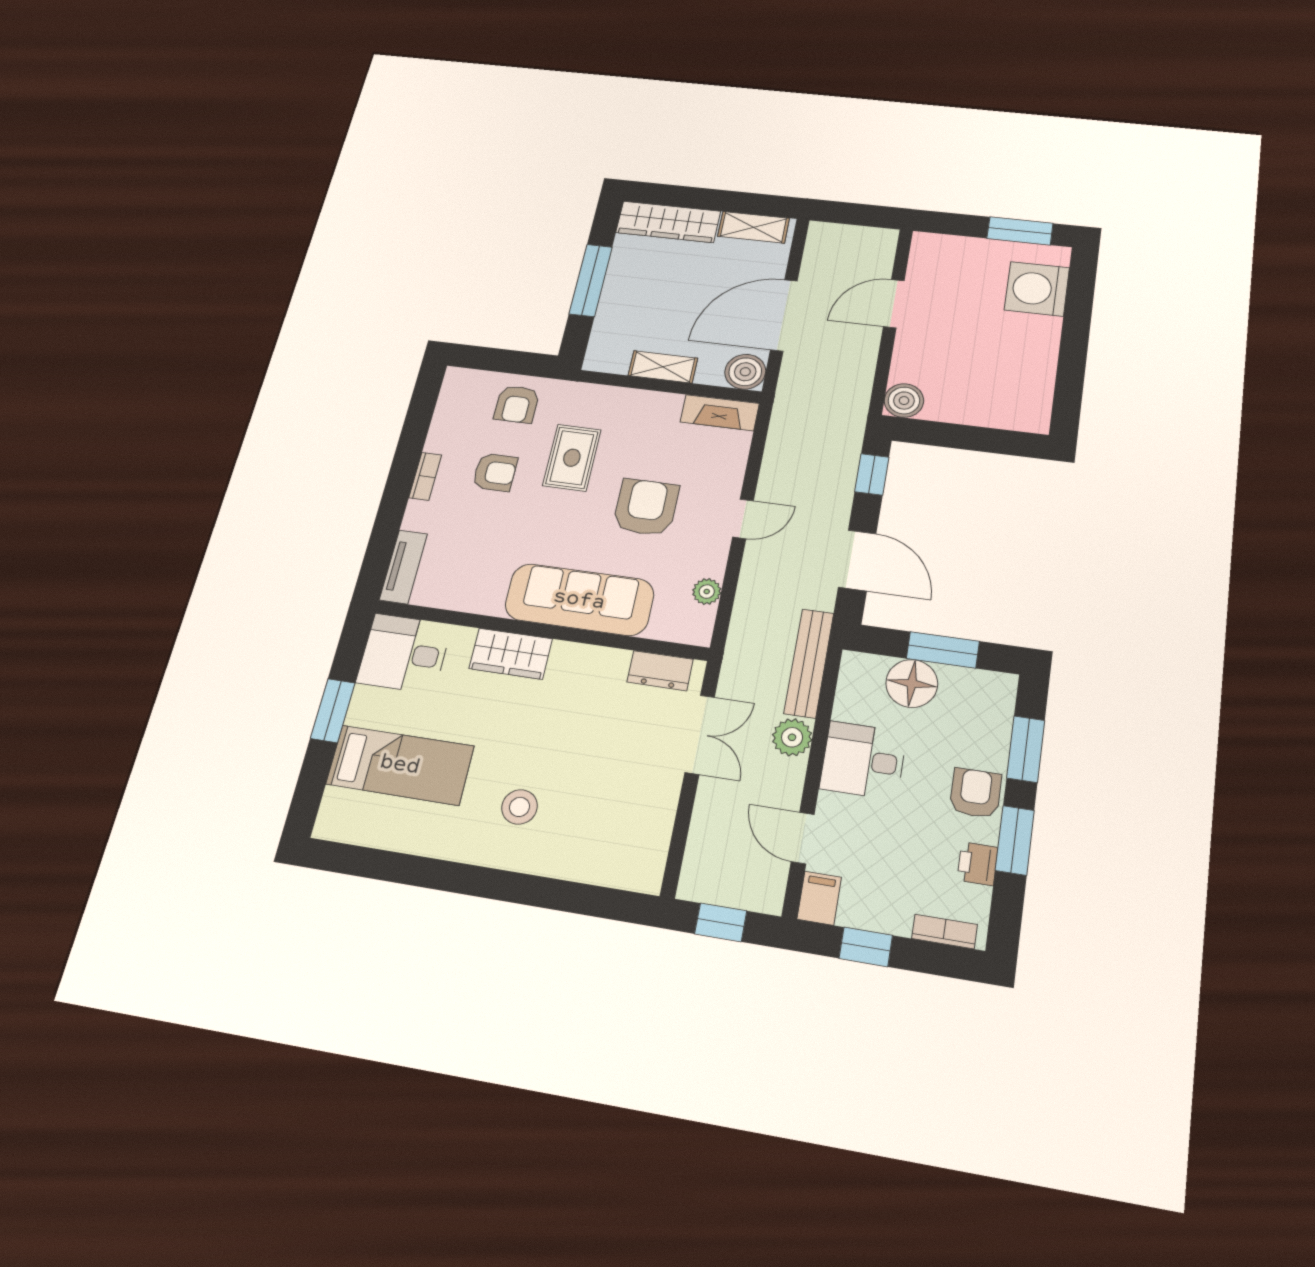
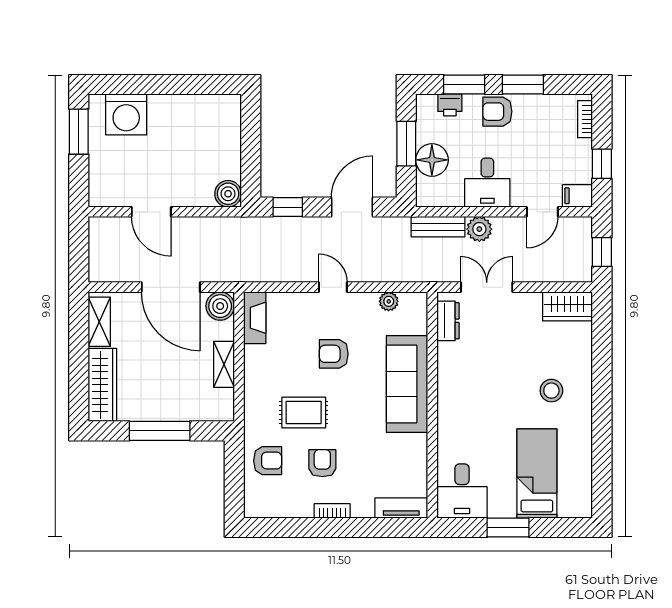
armchair: (646, 507) -> (334, 354), width x0.72, depth x0.72
wardrobe: (511, 654) -> (567, 306), moved, turned 90
bench: (809, 663) -> (438, 227), width x0.73
printer: (978, 864) -> (450, 105), moved

